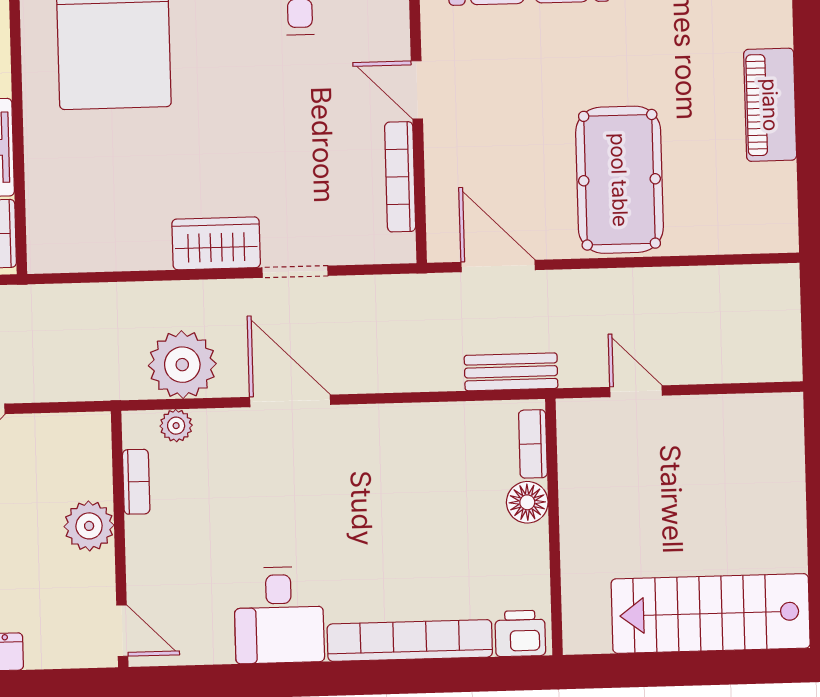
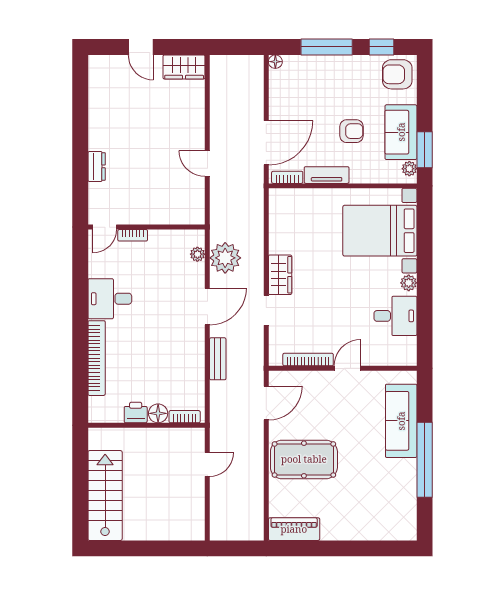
piano: (770, 105) -> (294, 529), moved
bench: (511, 372) -> (218, 359), moved
bookcase: (136, 482) -> (133, 235), moved
plant: (89, 526) -> (153, 213), removed
printer: (520, 633) -> (136, 412), moved, turned -90

